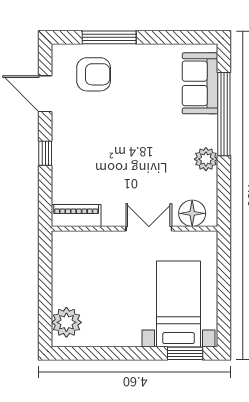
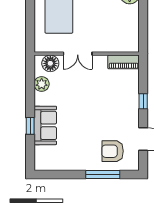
sofa: (200, 83) -> (45, 125), moved
window: (224, 114) -> (30, 126), width x0.32
plant: (206, 159) -> (42, 84), moved

